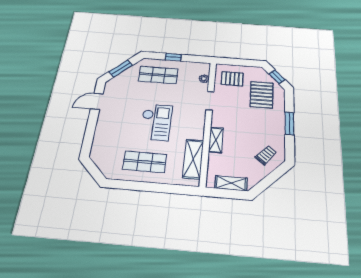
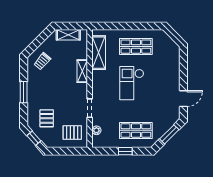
pallet: (262, 95) -> (47, 118), width x0.67, depth x0.71

